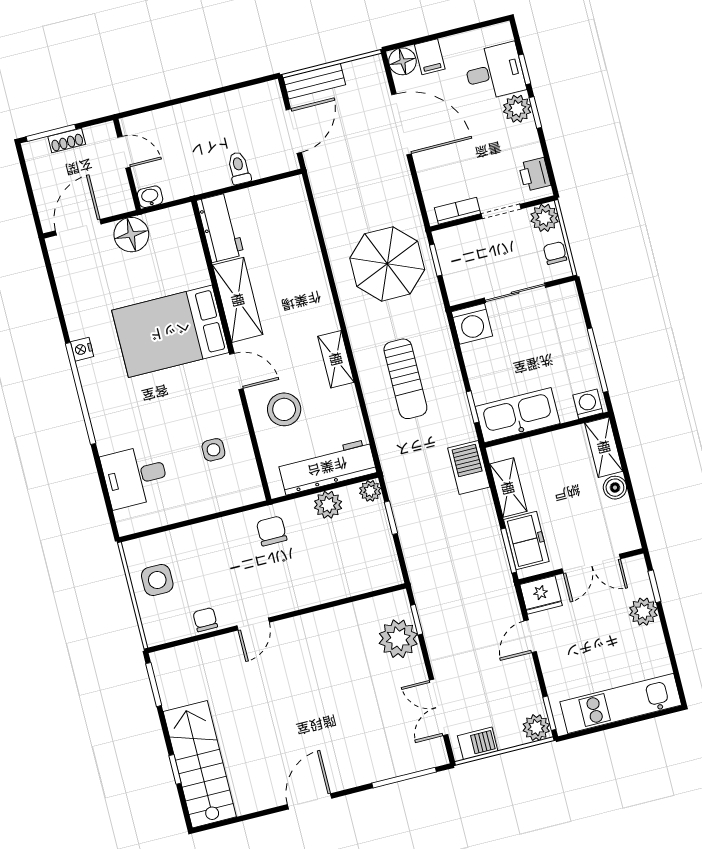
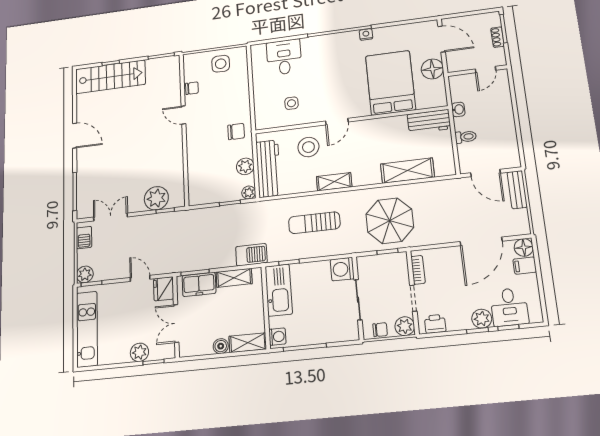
washbasin: (150, 197) -> (458, 109), moved
shelving: (238, 300) -> (407, 171), moved
bed: (170, 331) -> (390, 83), moved

